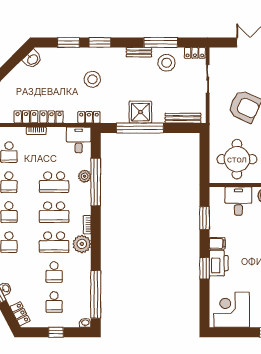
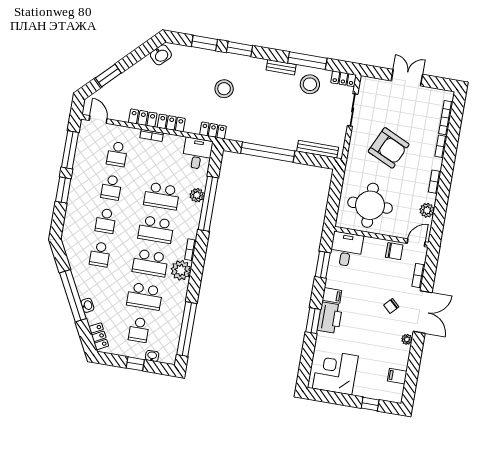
shower: (140, 112) -> (271, 134), removed
desk: (238, 201) -> (346, 249), moved
school desk: (54, 272) -> (145, 296), width x1.85
washbasin: (85, 323) -> (152, 356), moved

